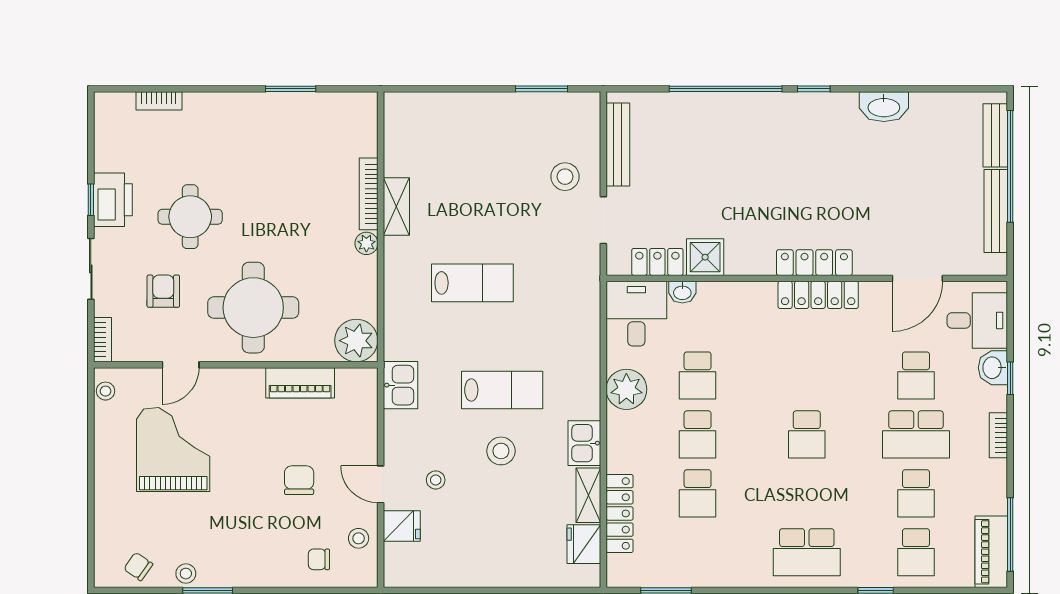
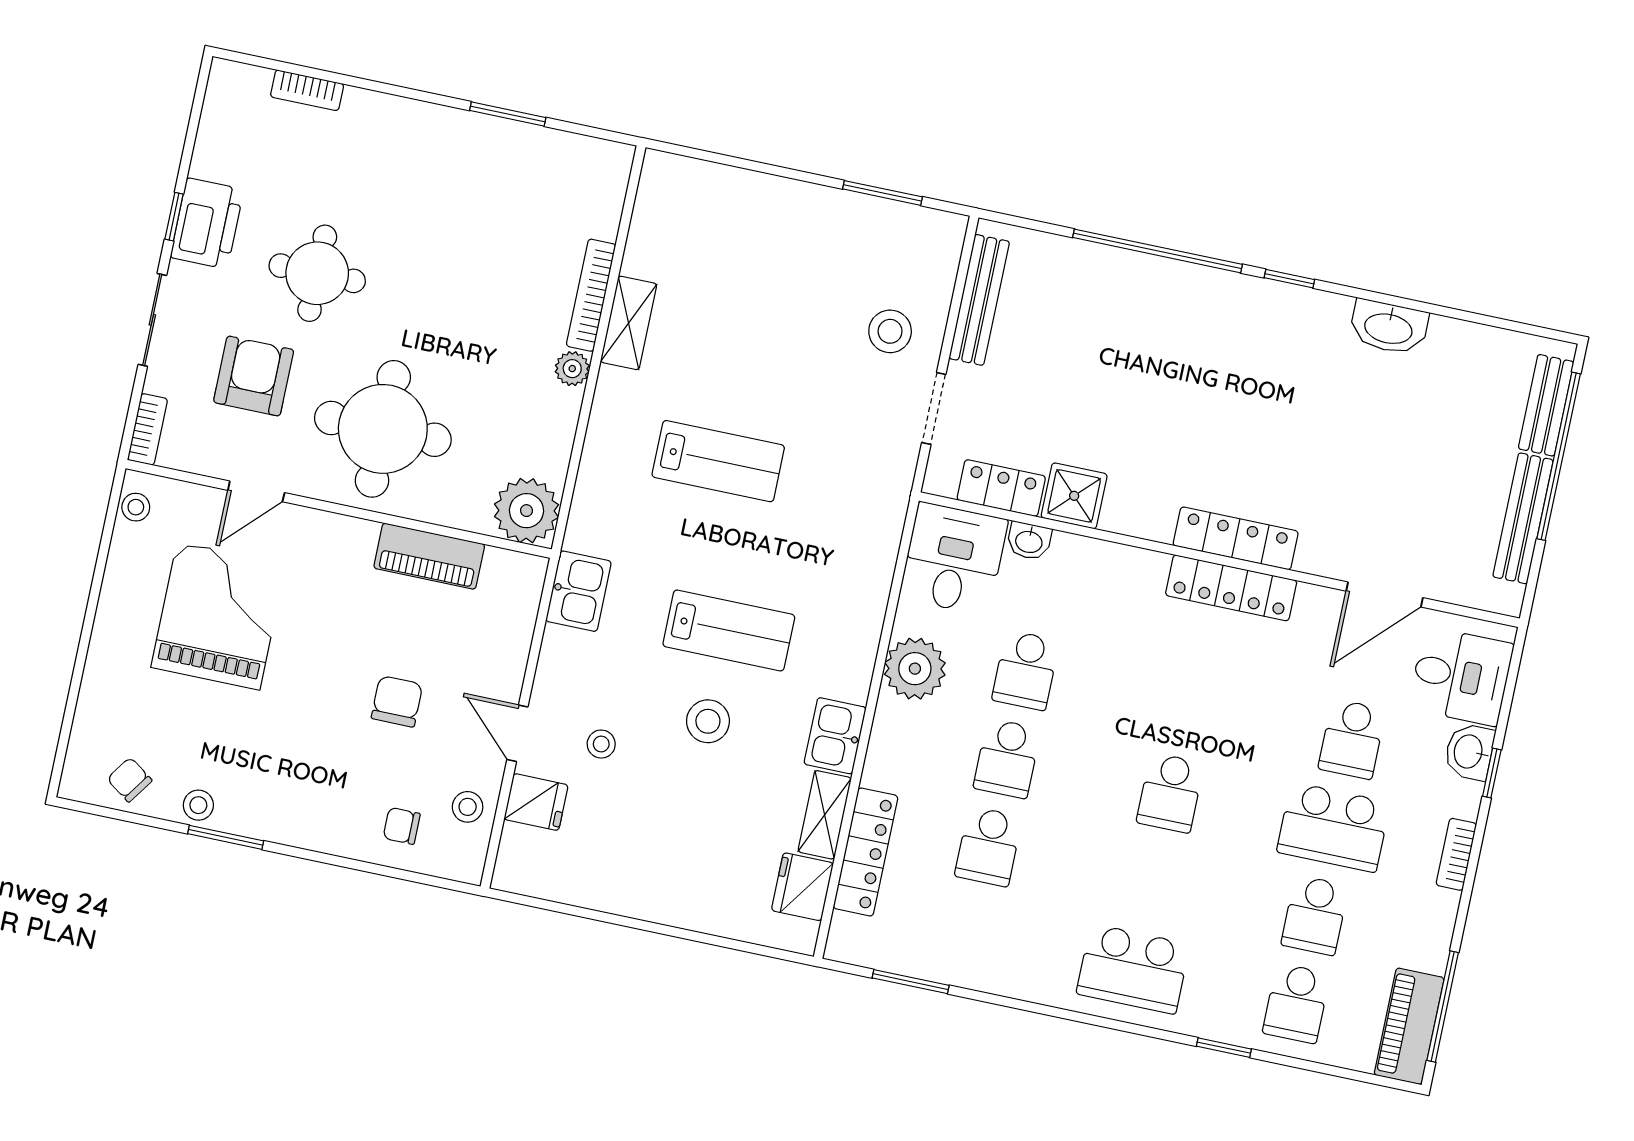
armchair: (163, 291) -> (254, 376), width x1.38, depth x1.38

